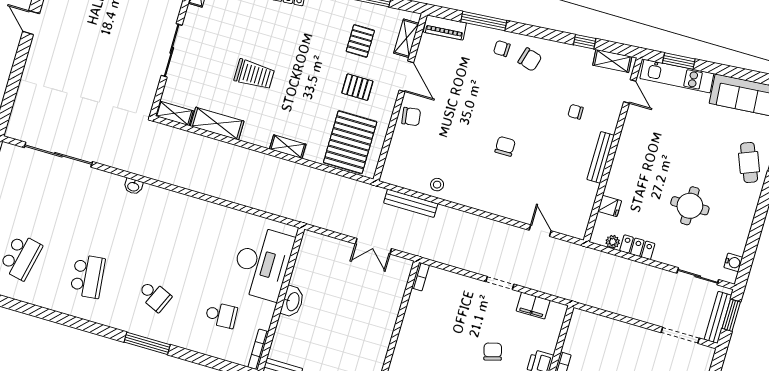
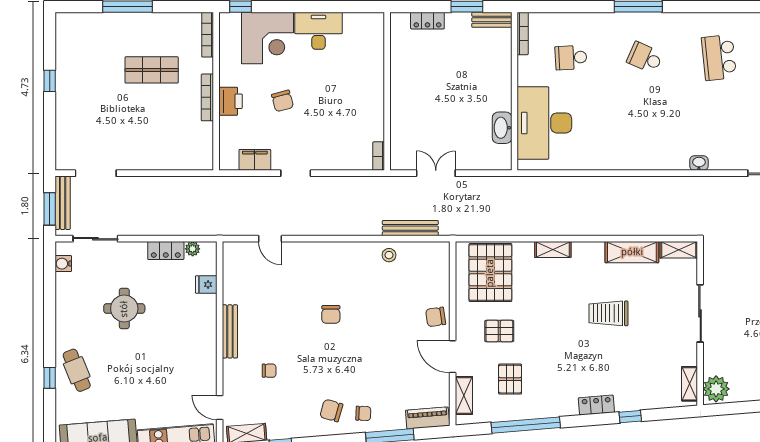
washbasin: (292, 302) -> (502, 128), moved

